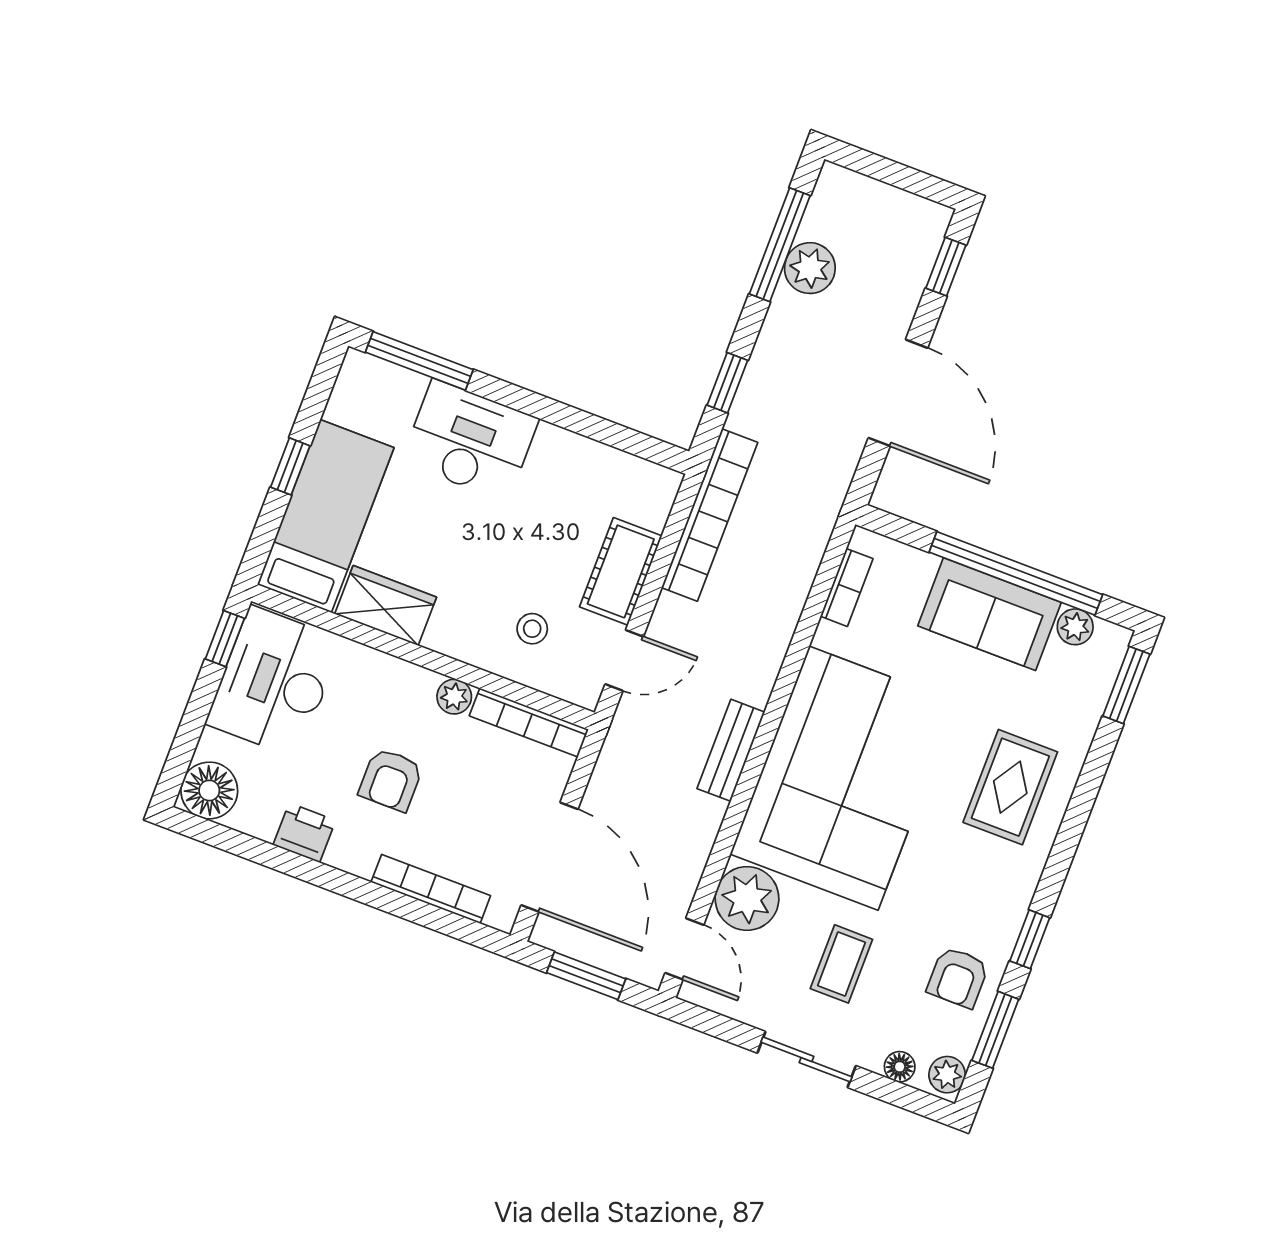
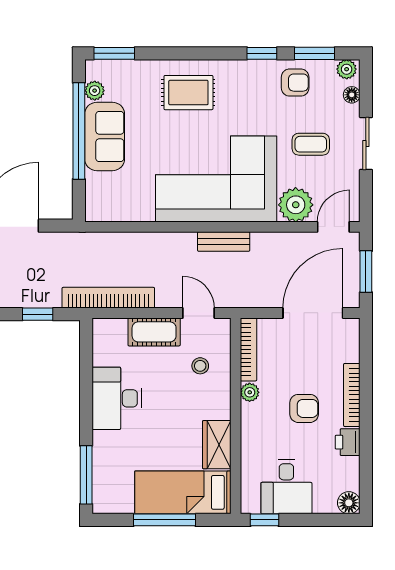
desk: (470, 440) -> (117, 398), moved
window: (290, 466) -> (164, 520), width x2.17
bookcase: (847, 587) -> (119, 214), removed
desk: (274, 682) -> (286, 487), width x0.73
floor lamp: (209, 790) -> (349, 503), width x0.73, depth x0.73
bookcase: (431, 889) -> (352, 395), moved

